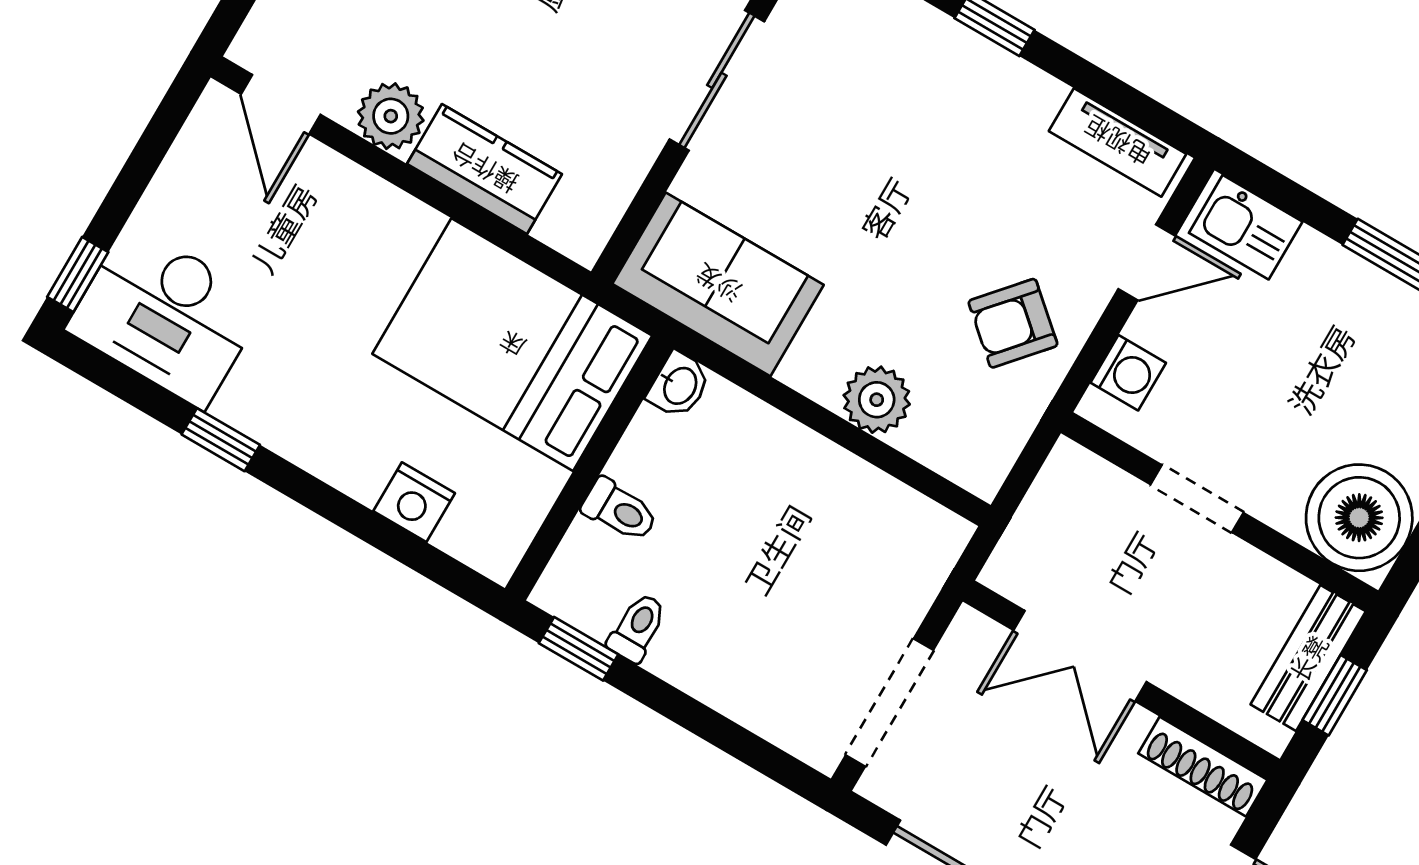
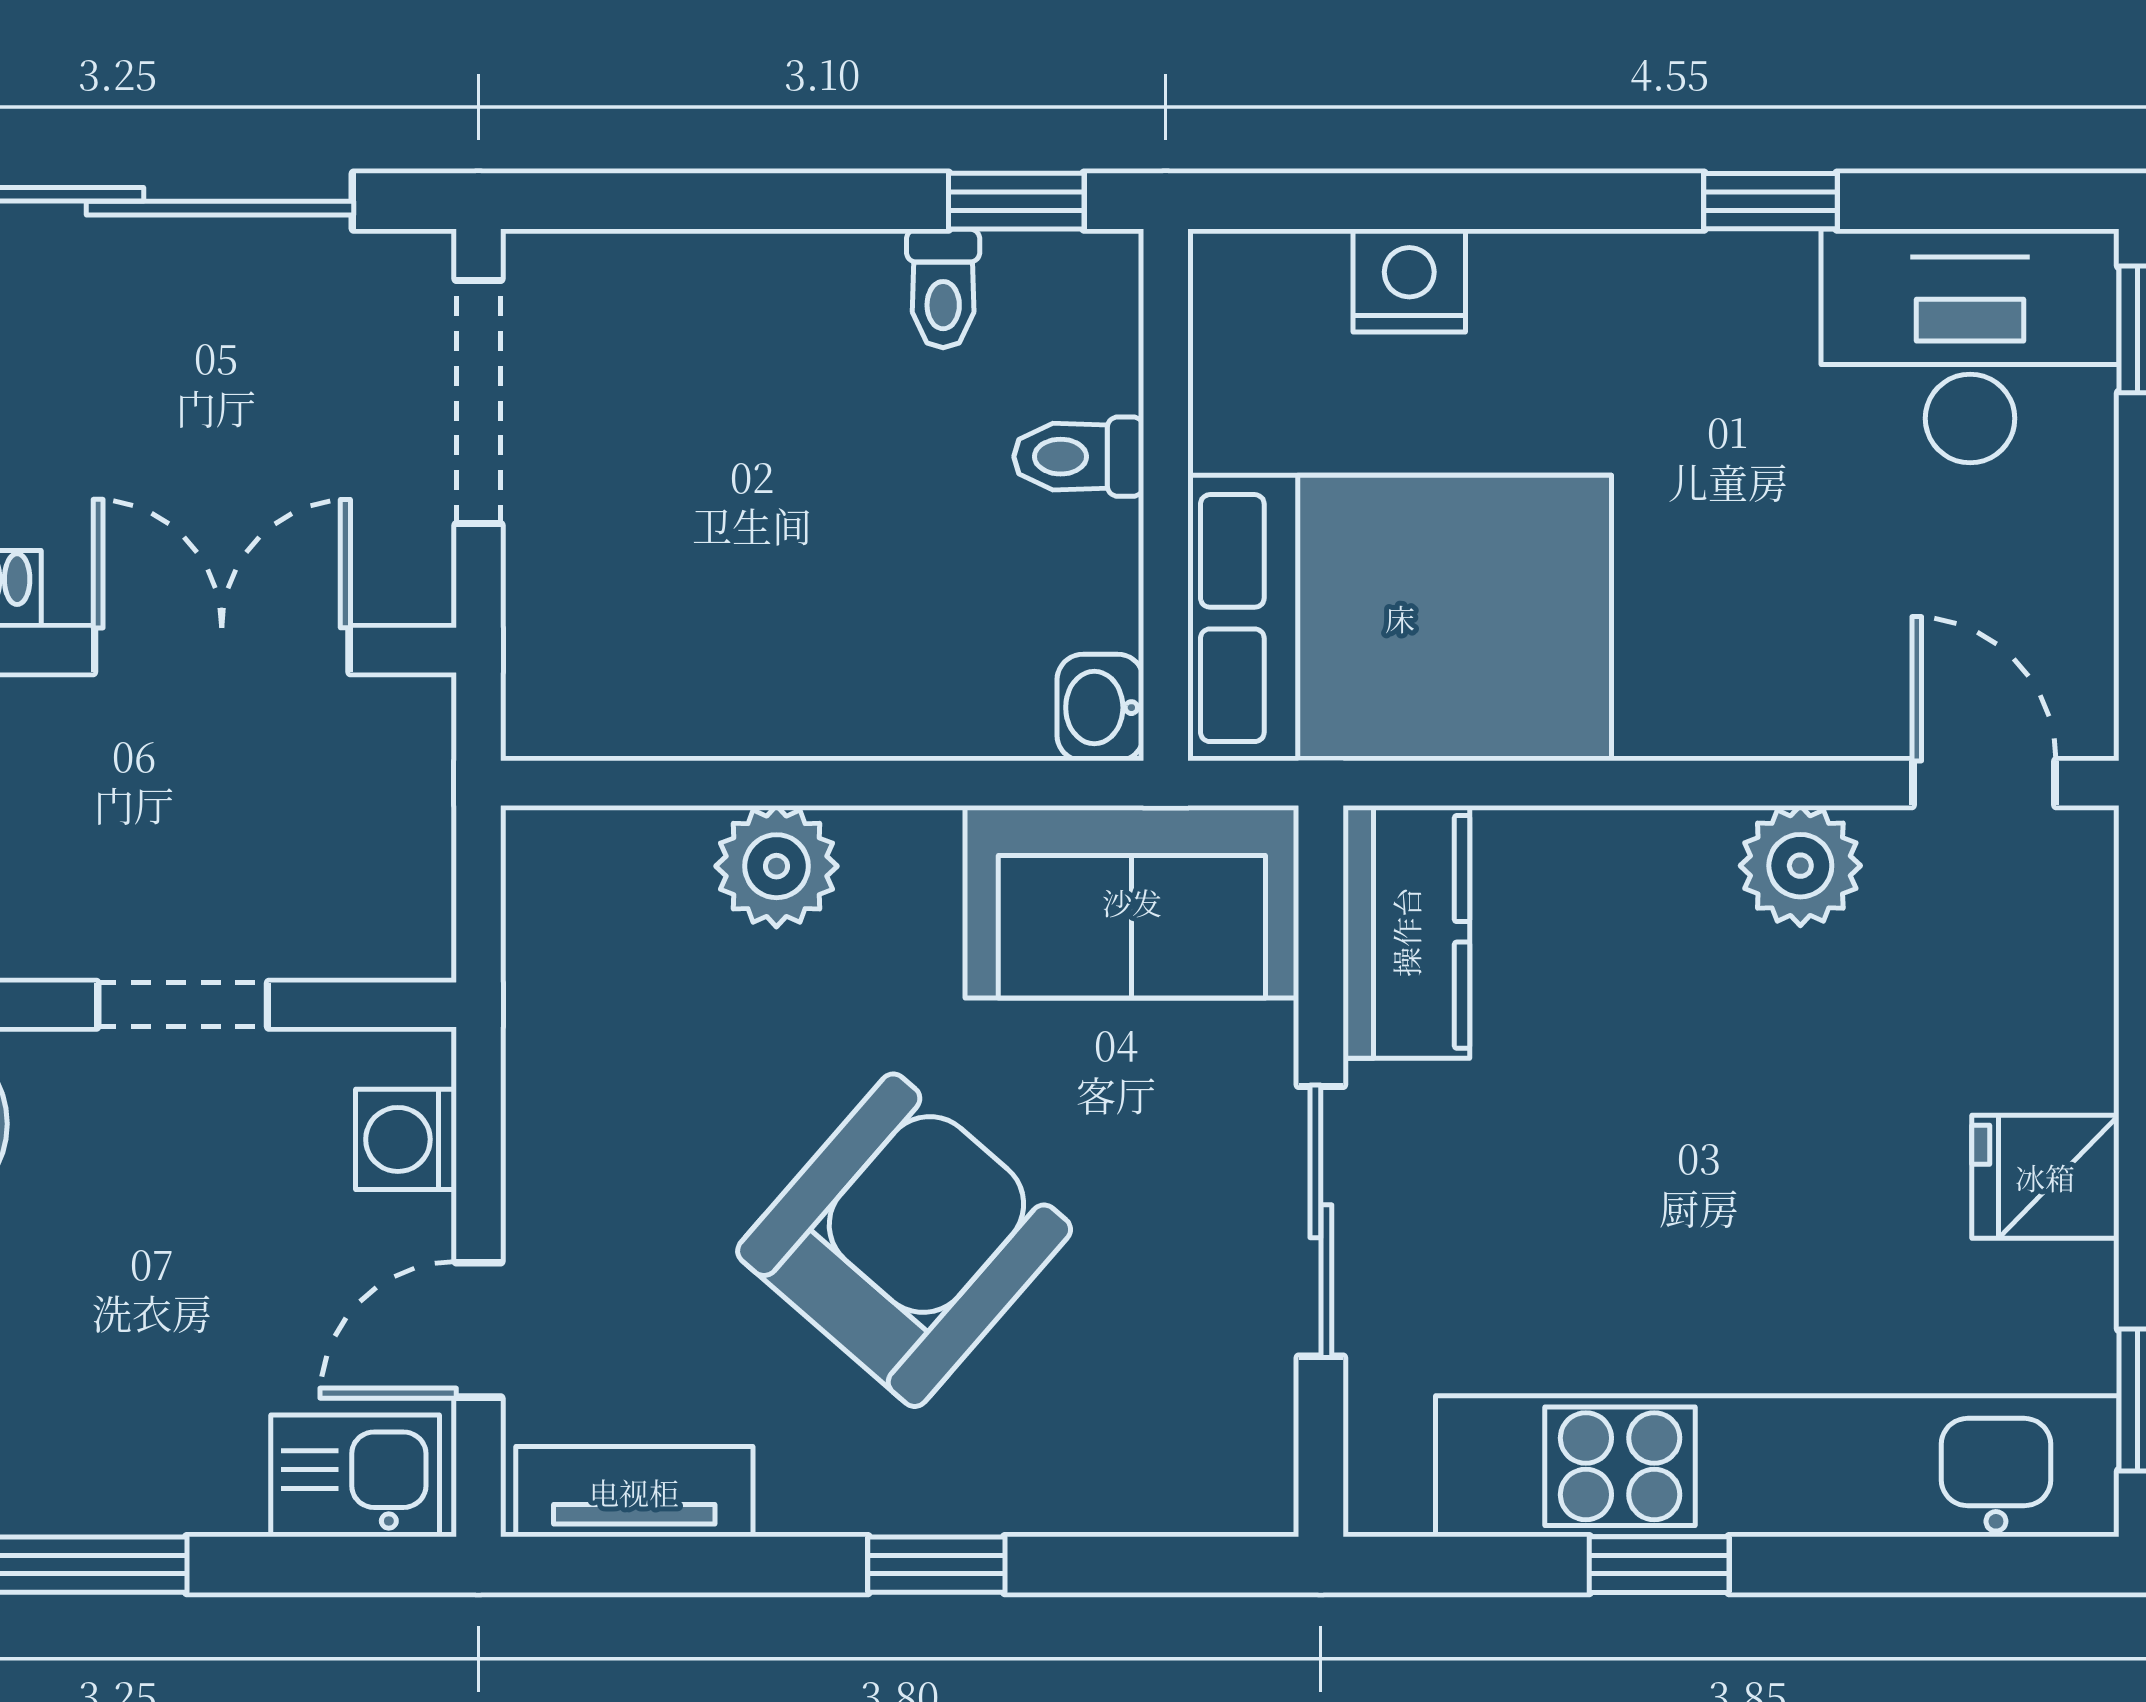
kitchen counter: (484, 169) -> (1406, 932), moved, turned -90
armchair: (1013, 323) -> (904, 1240), moved, width x1.88, depth x1.88

